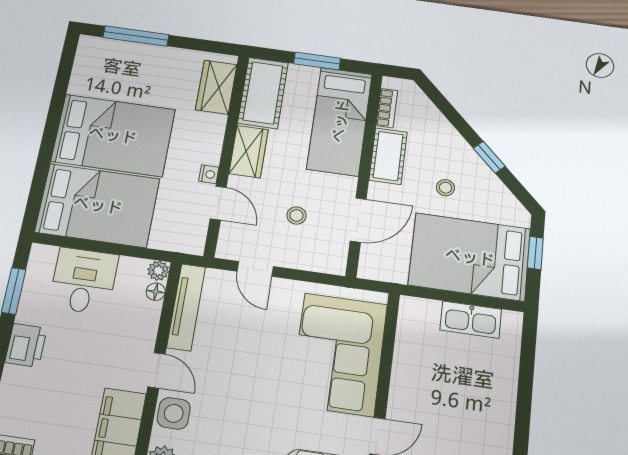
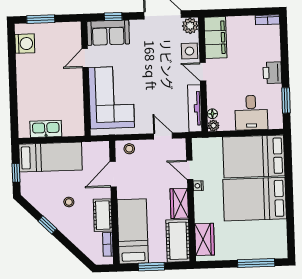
stool: (296, 215) -> (129, 149), moved
bed: (470, 257) -> (51, 157), width x0.67

